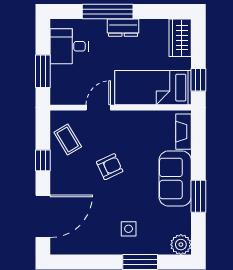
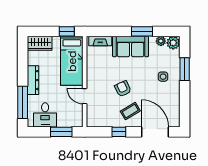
window: (108, 11) -> (23, 102), moved
dresser: (123, 28) -> (33, 80), width x1.44
coffee table: (68, 139) -> (130, 111), moved
plant: (184, 225) -> (161, 41), added

